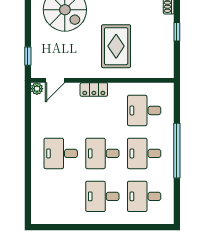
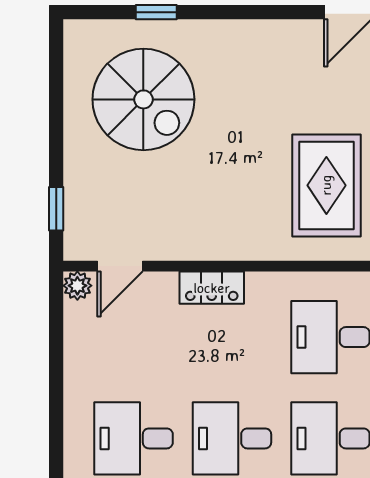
rug: (116, 46) -> (326, 185), moved

